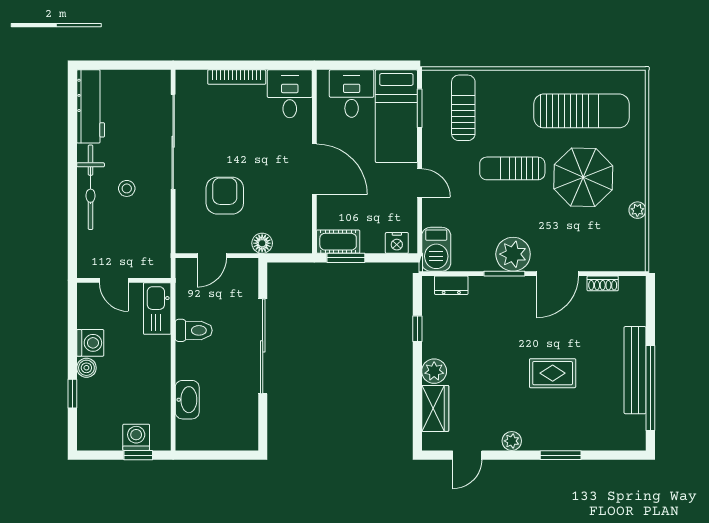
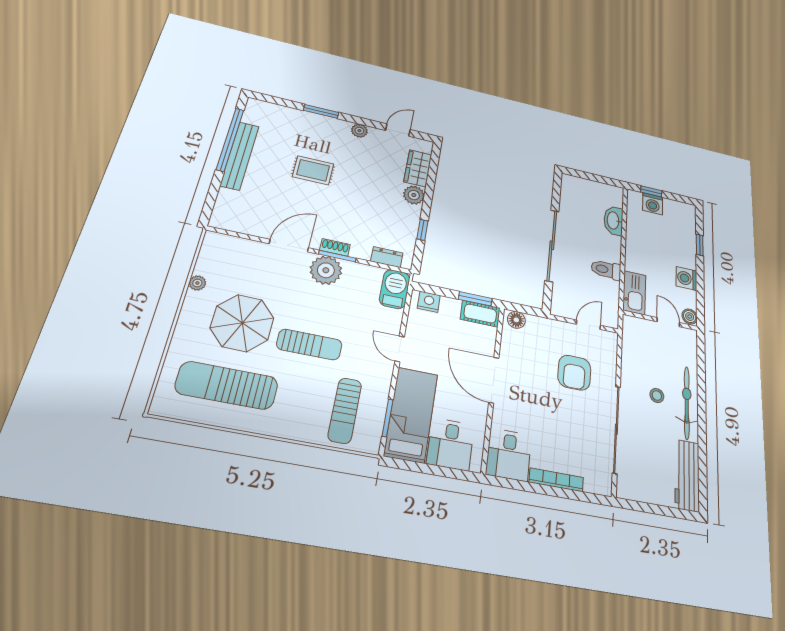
floor lamp: (262, 243) -> (516, 320), moved
shoe rack: (603, 283) -> (335, 247), moved
boiler: (86, 368) -> (690, 317), moved

